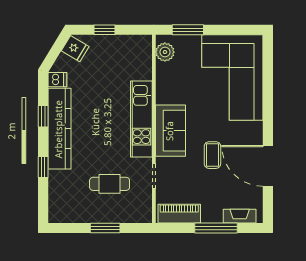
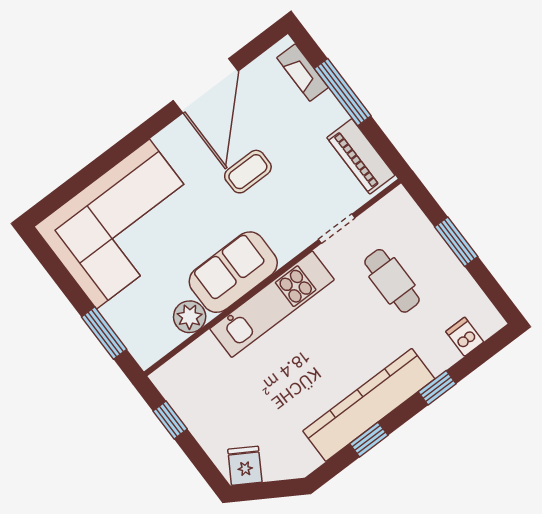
window: (104, 30) -> (170, 420), moved
plant: (165, 52) -> (190, 317), moved
dishwasher: (57, 80) -> (465, 337), moved
sofa: (170, 131) -> (233, 272), moved

